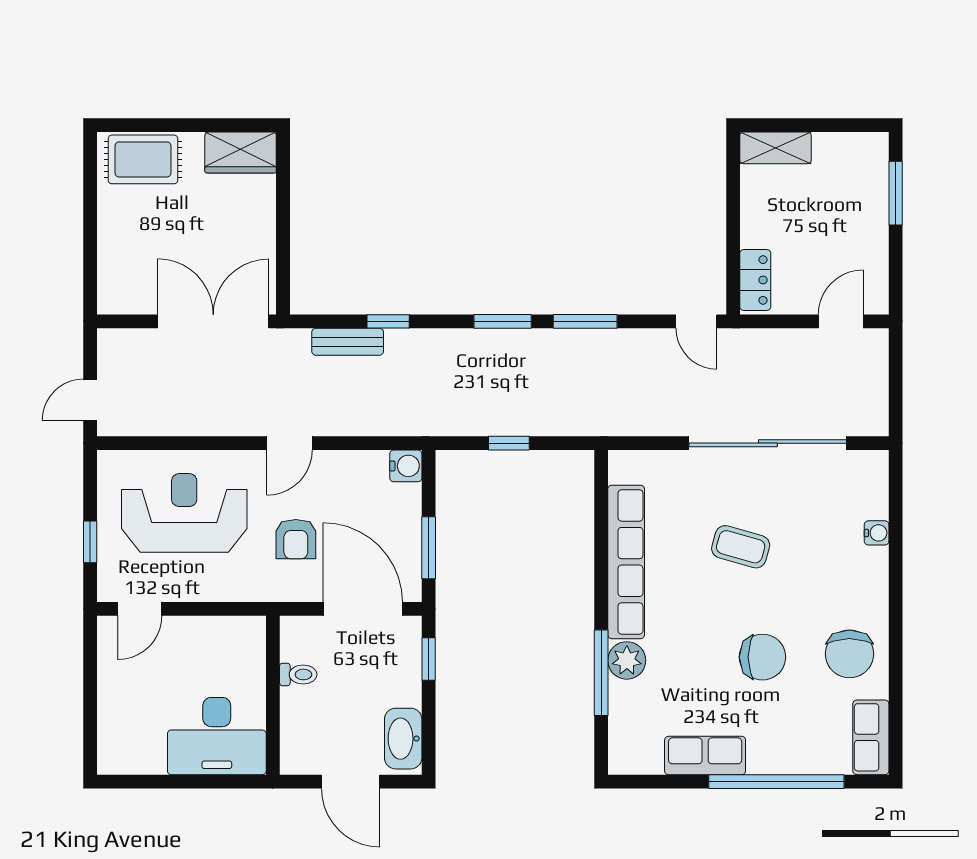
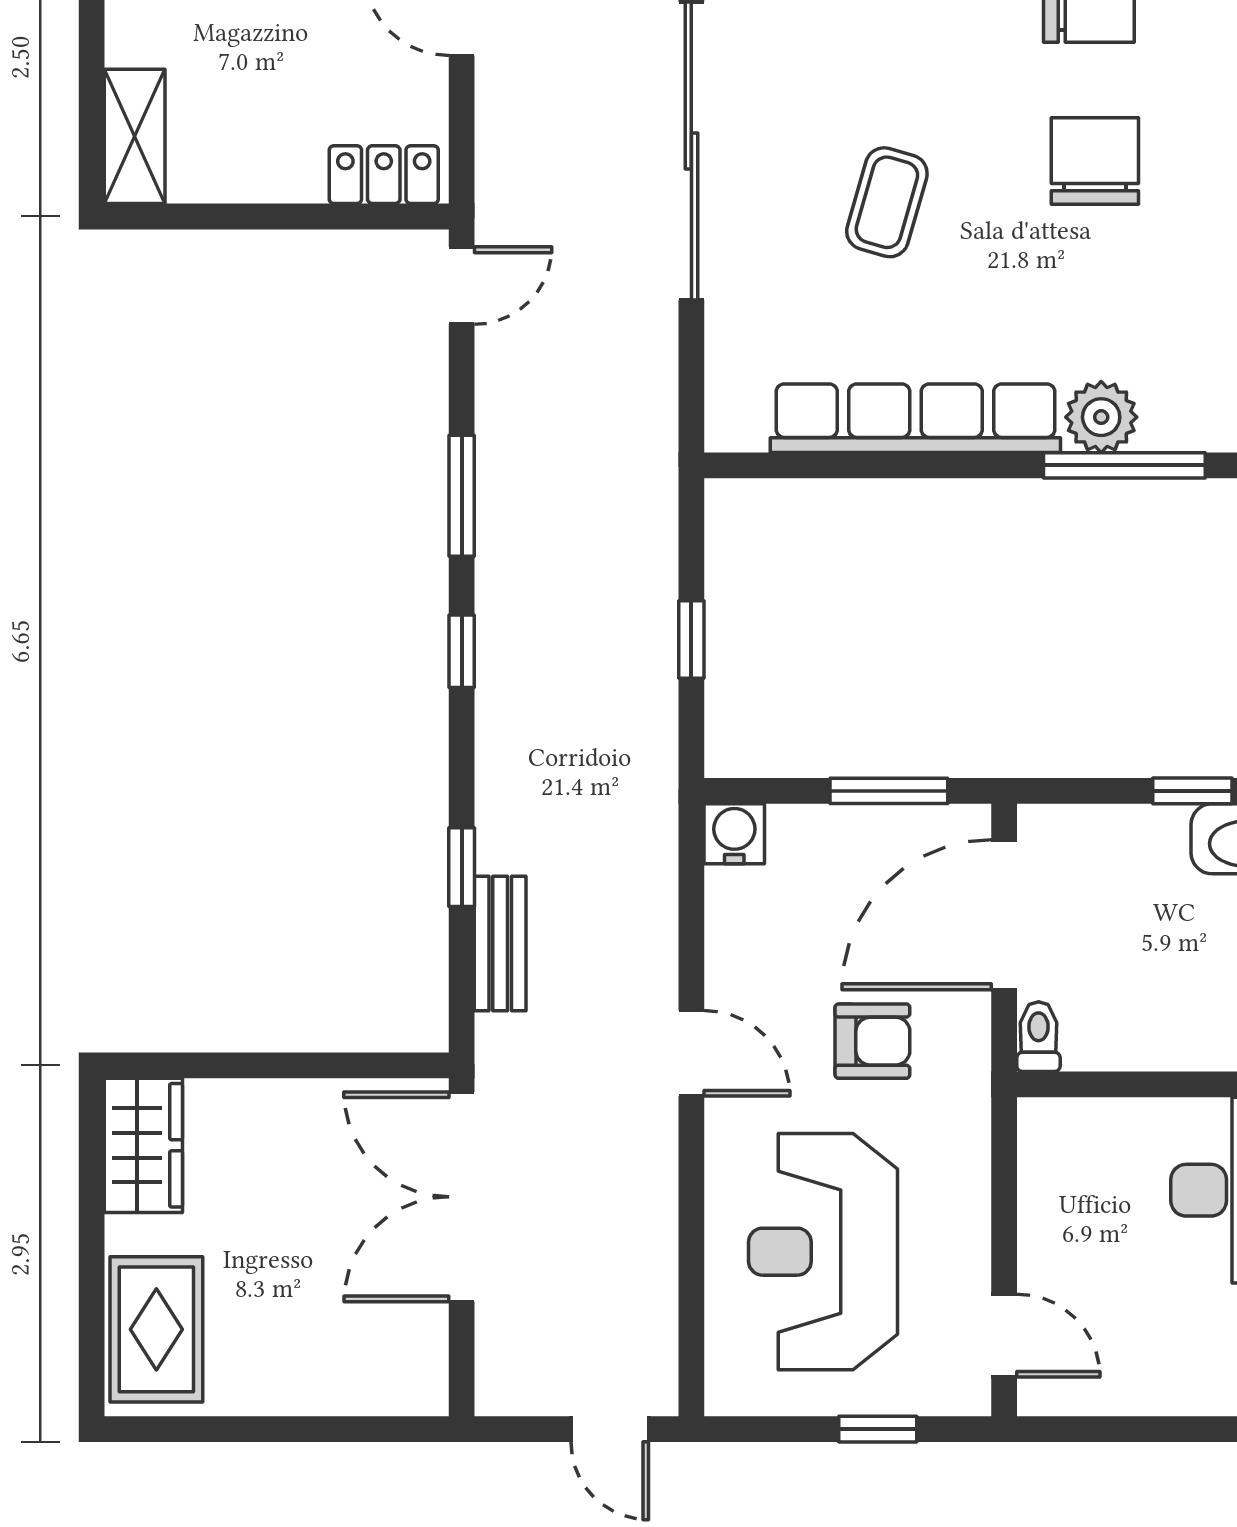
window: (503, 321) -> (462, 651), width x0.67
window: (429, 659) -> (1192, 791), moved
toilet: (298, 674) -> (1039, 1037), moved

